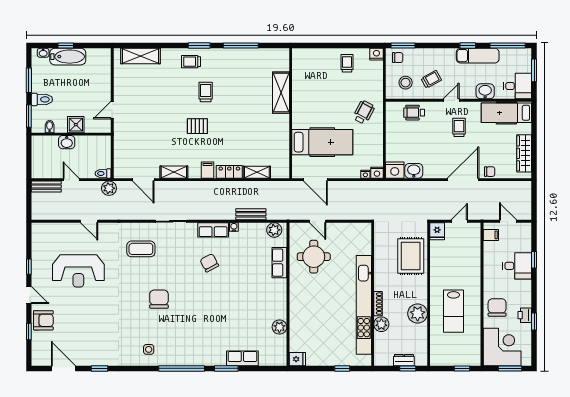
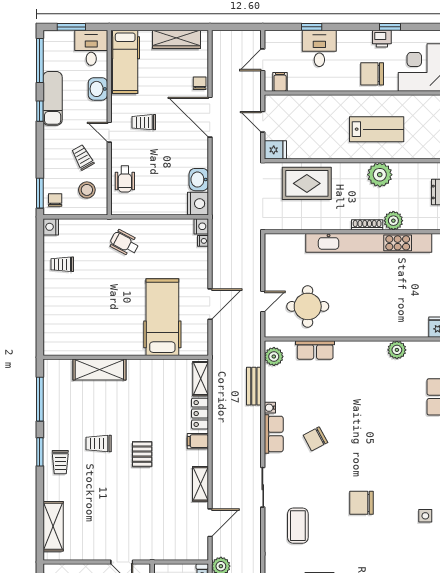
shelving: (281, 93) -> (99, 369), moved
wall: (291, 113) -> (126, 357), moved
hospital bed: (322, 142) -> (162, 317), moved

